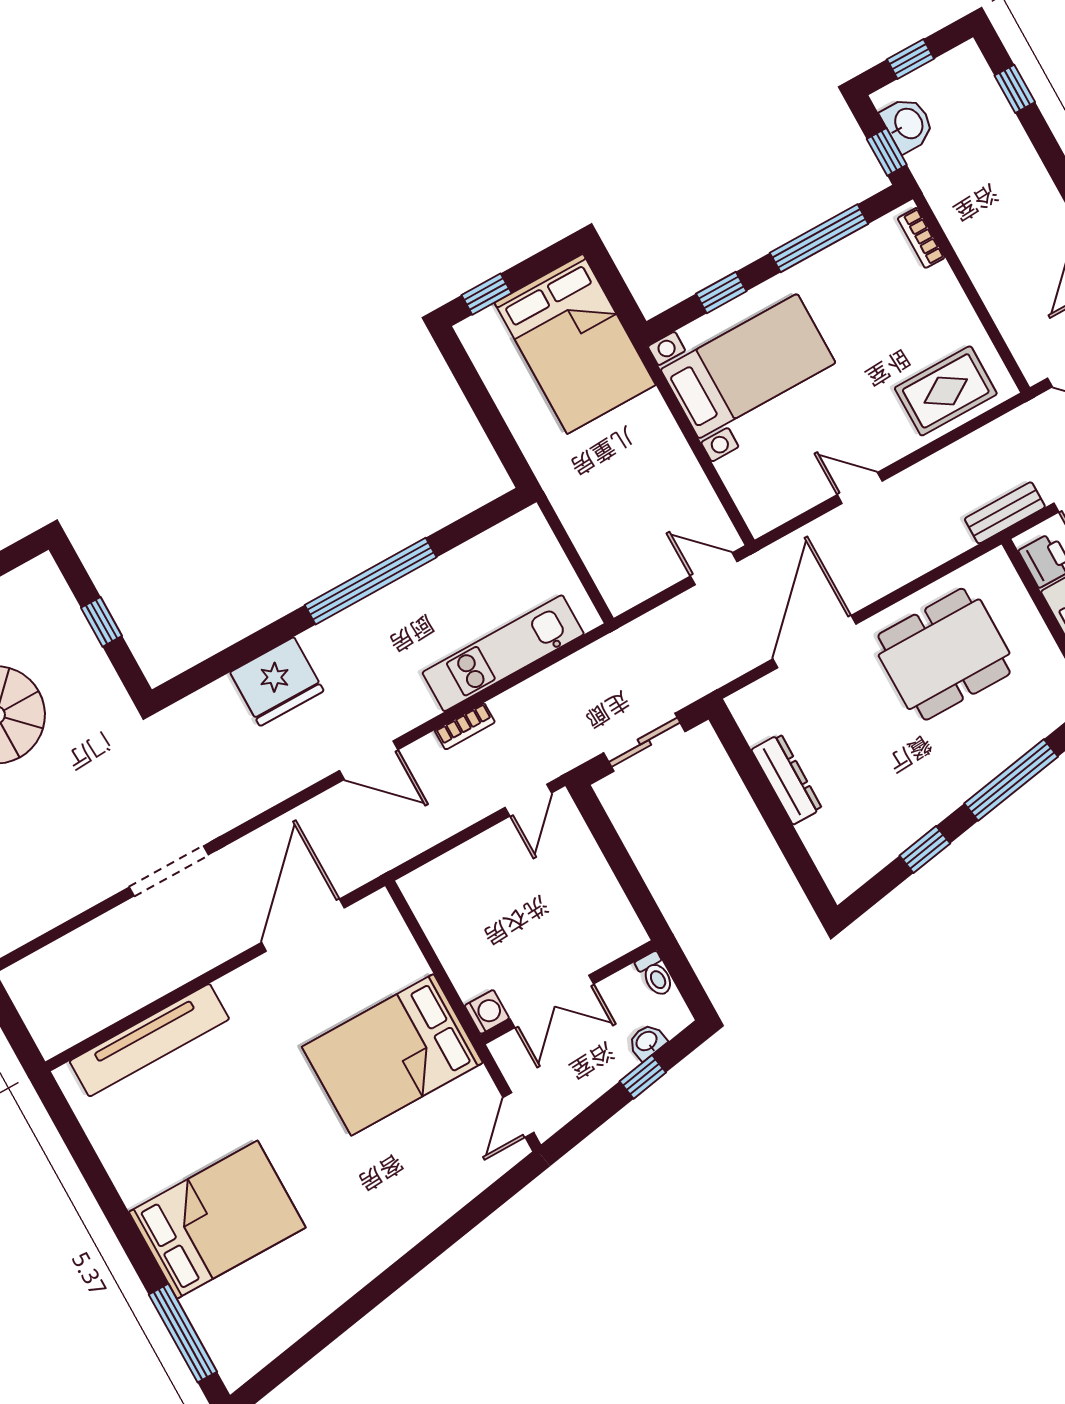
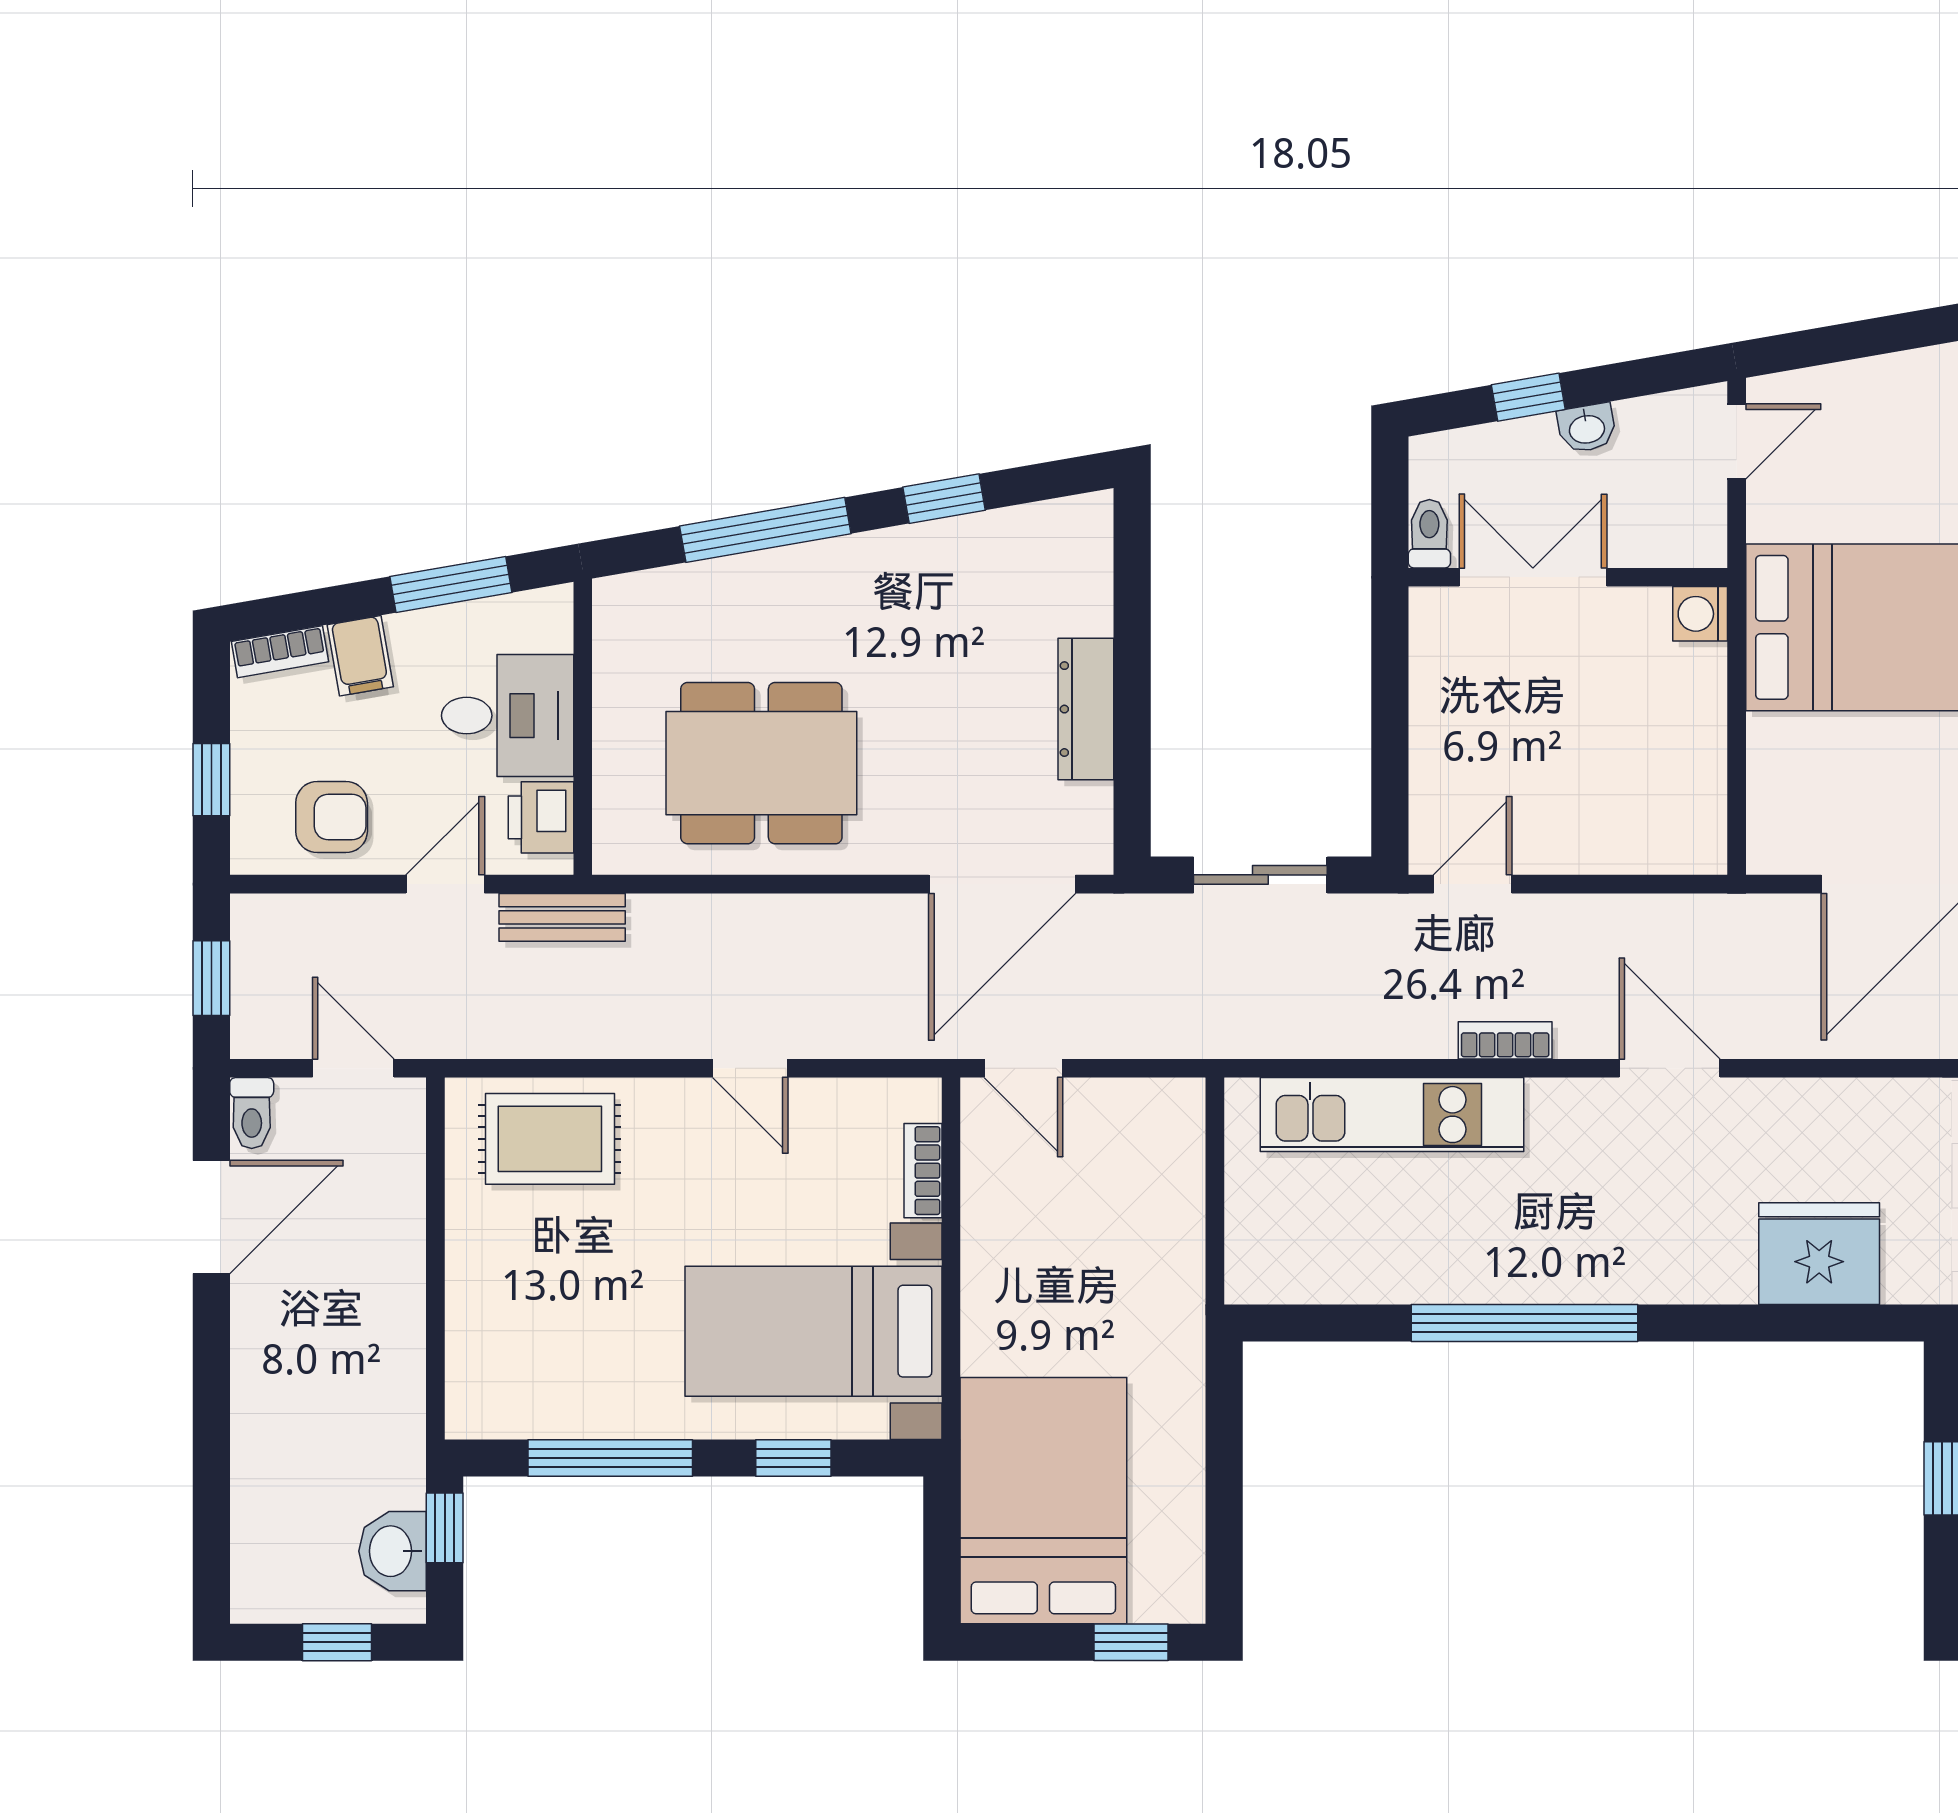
window: (1015, 89) -> (211, 1517), removed
bookcase: (921, 238) -> (923, 1171), moved, turned 180
door: (814, 642) -> (1002, 884), moved
fridge: (277, 682) -> (1819, 1254), moved
double door: (552, 1001) -> (1533, 577), moved
washbasin: (647, 1042) -> (1587, 428), moved

